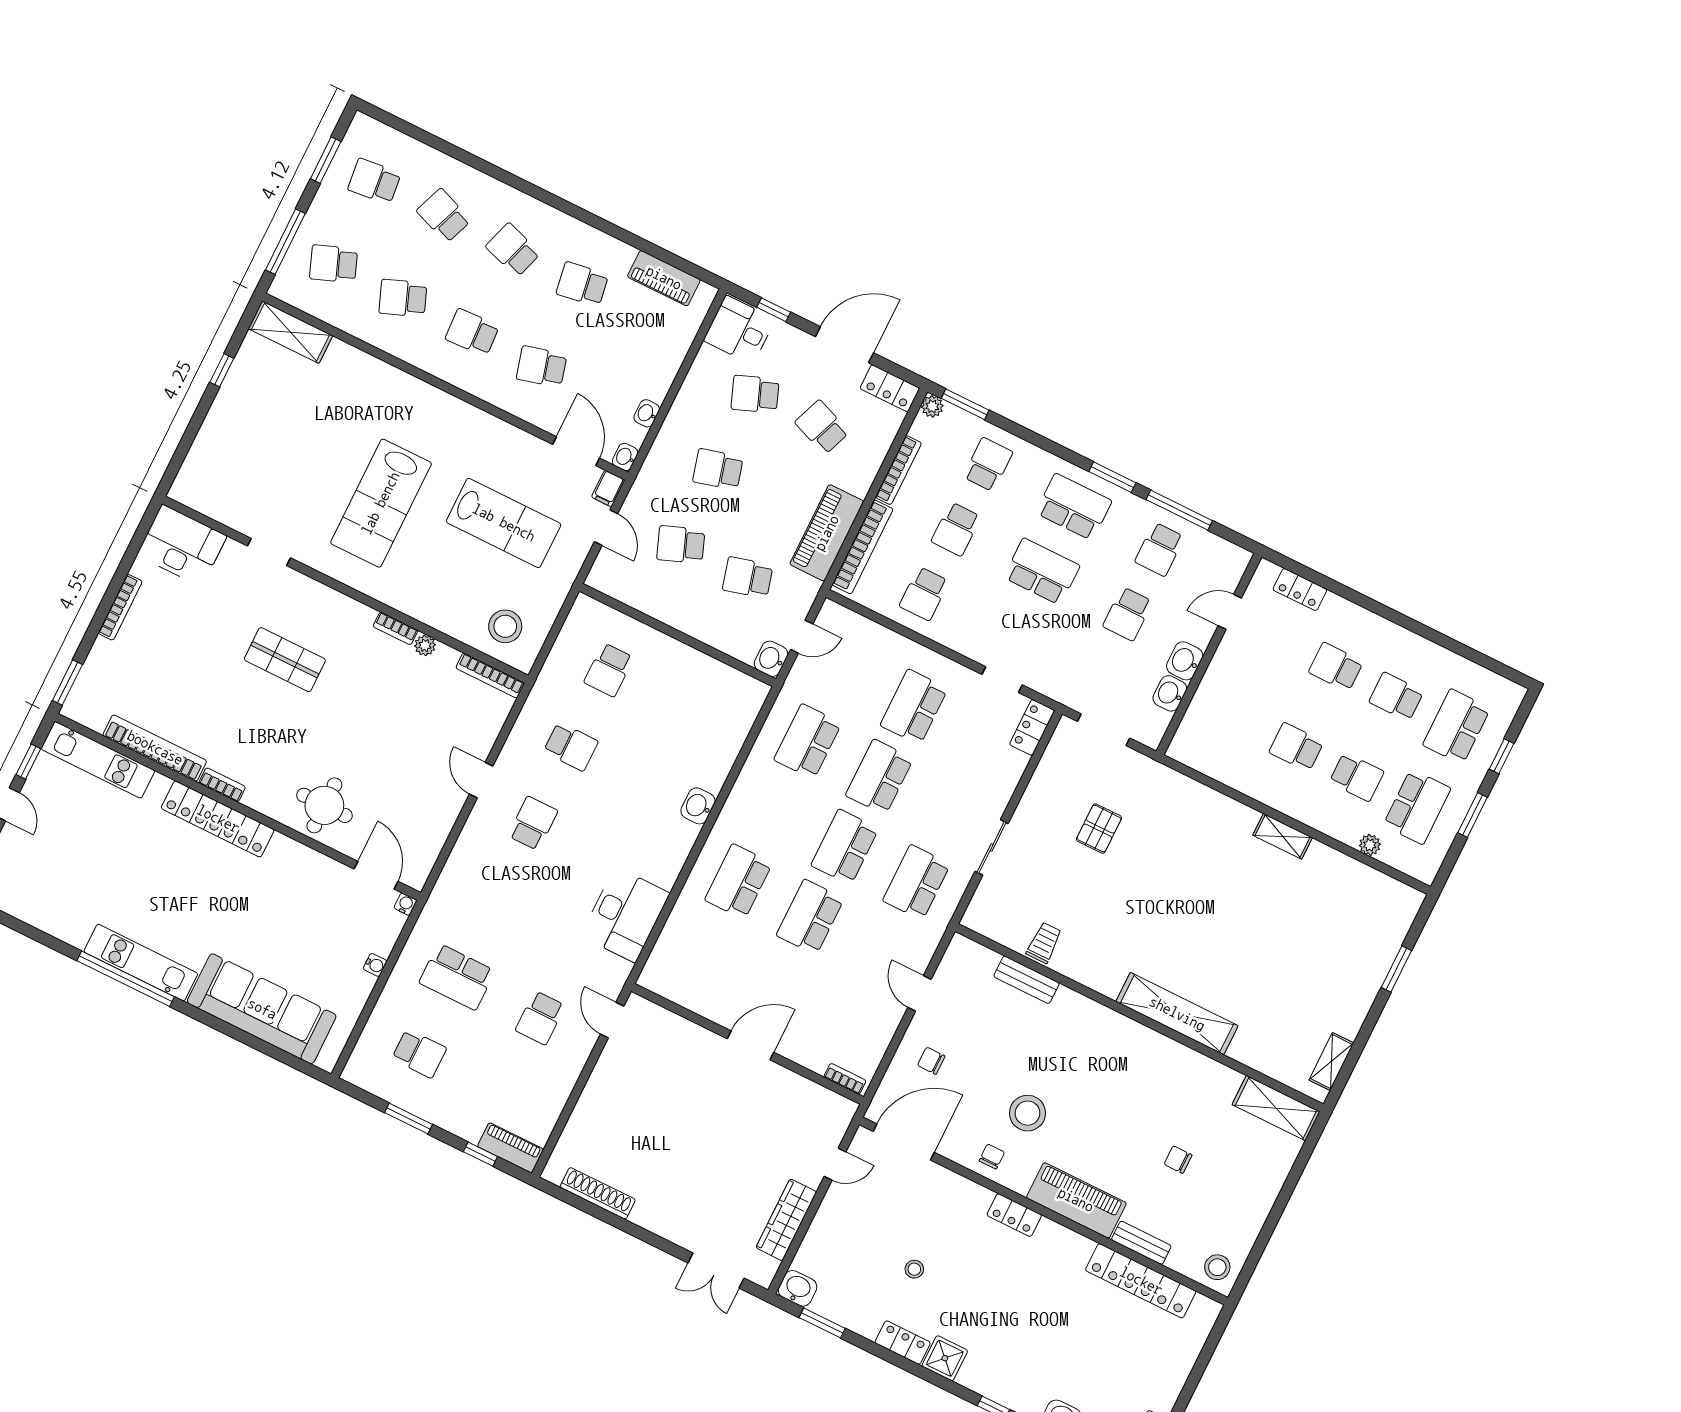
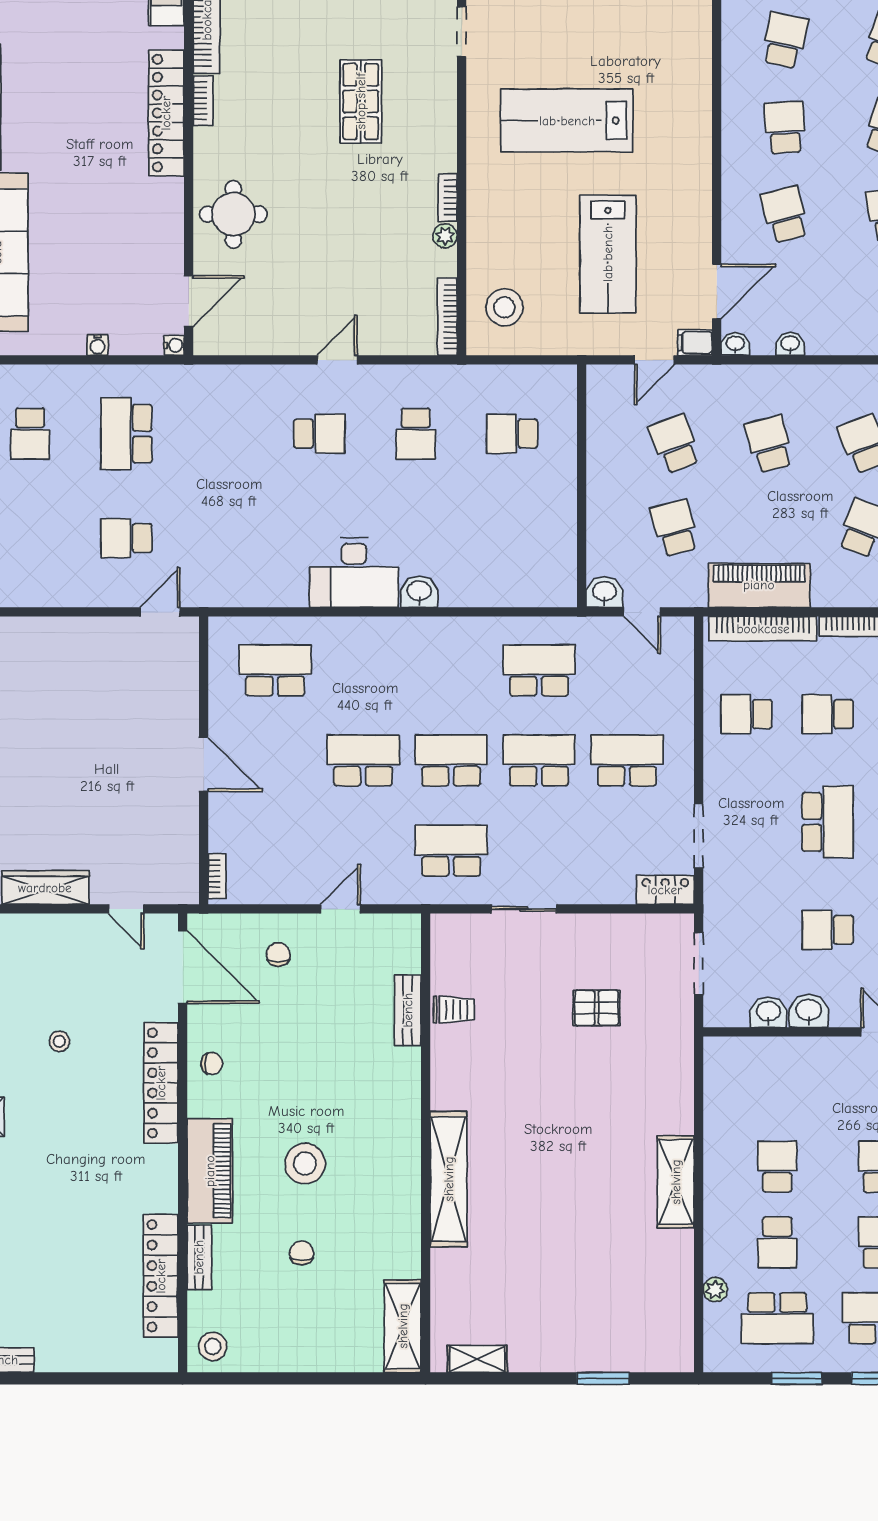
school desk: (403, 298) -> (785, 40), turned 33
doorway: (1002, 680) -> (699, 836), width x1.38
shelving: (1283, 836) -> (676, 1182), width x1.50, depth x1.33
school desk: (739, 882) -> (275, 670), moved
desk: (625, 915) -> (354, 573), moved
stool: (1027, 1113) -> (305, 1164), moved
locker: (1014, 1215) -> (161, 1083), width x2.16, depth x1.21

